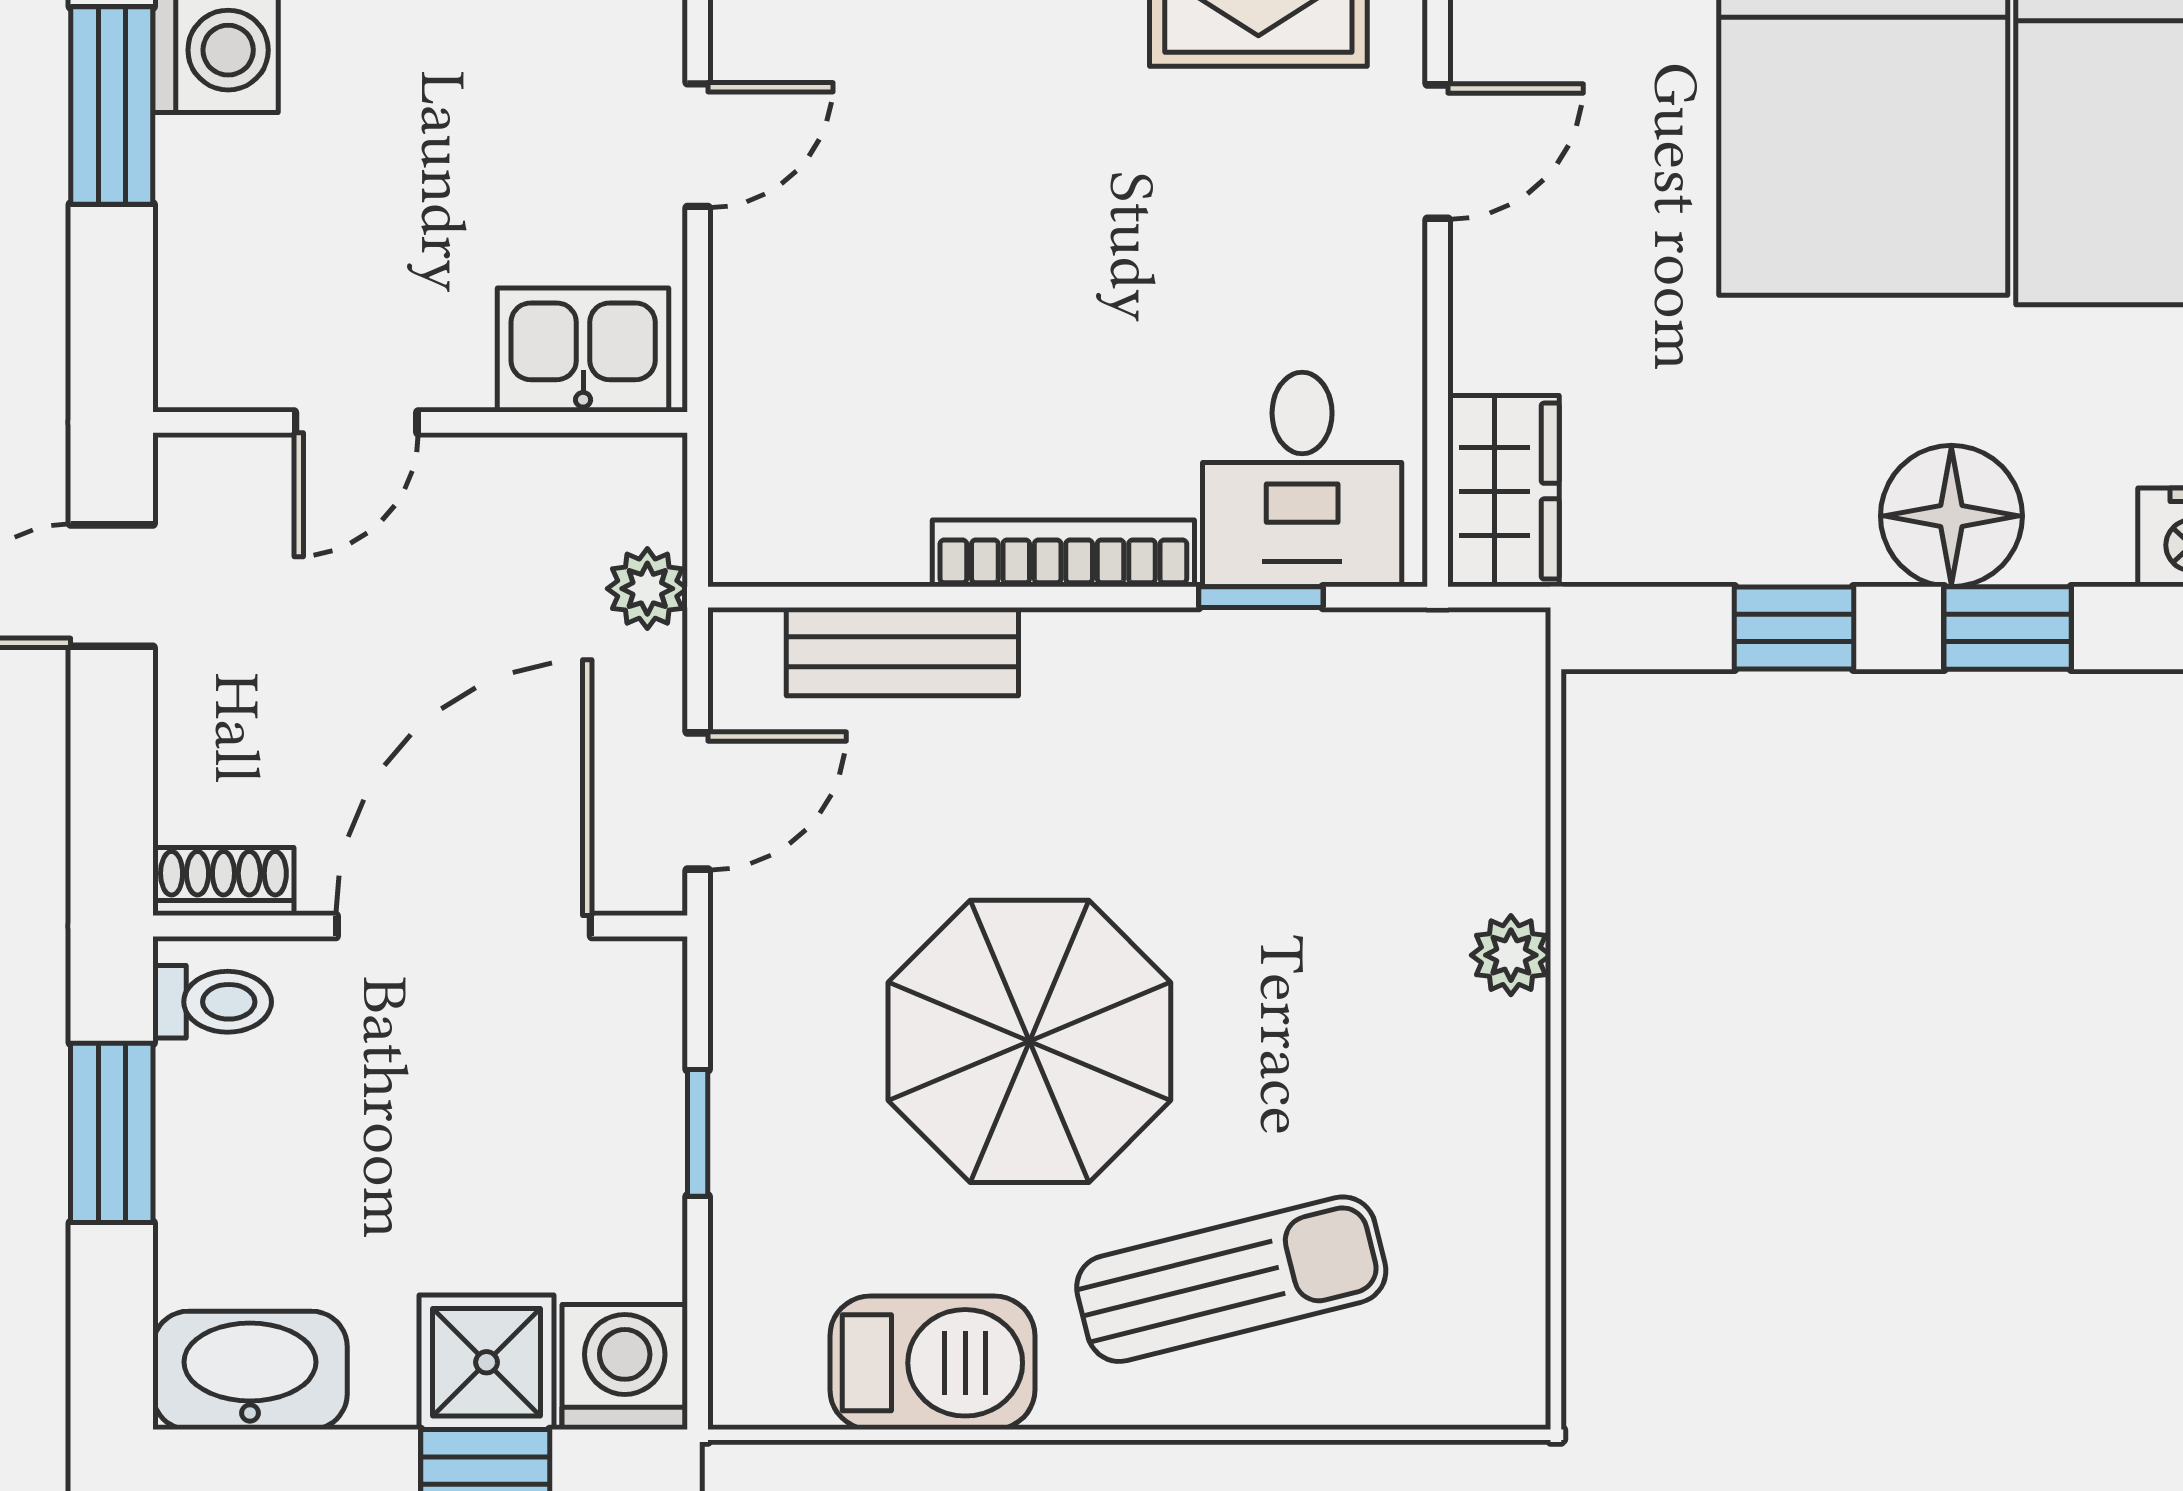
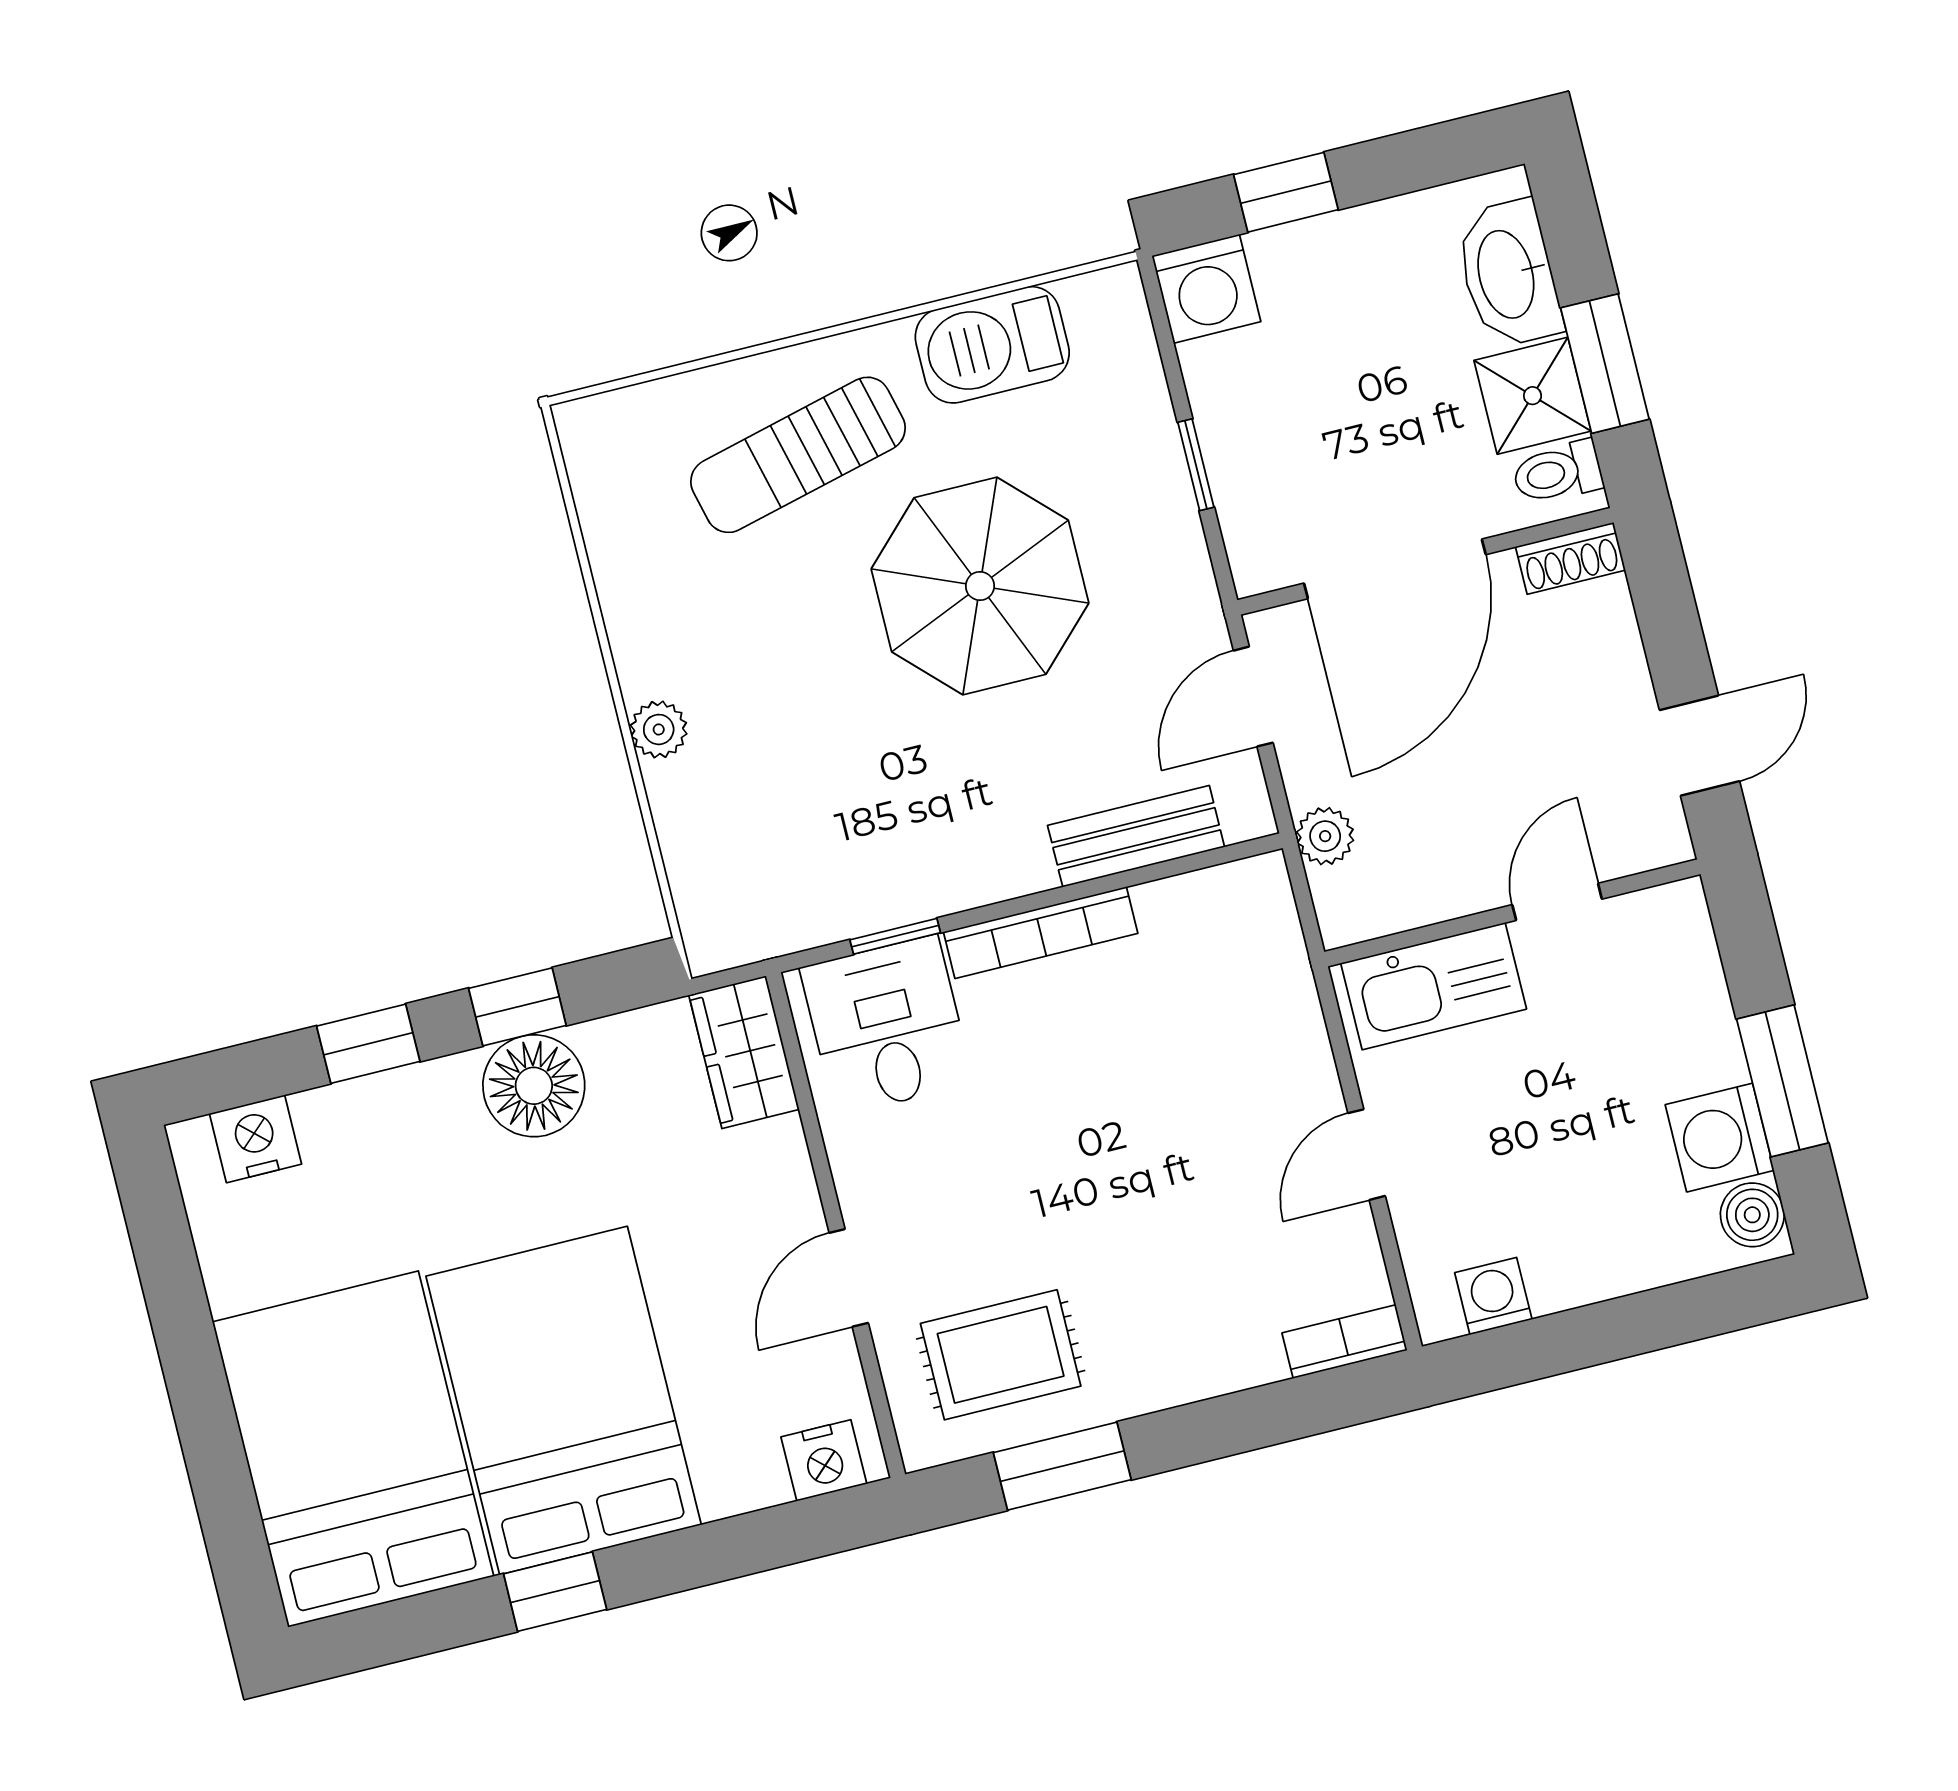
kitchen sink: (583, 350) -> (1434, 986), width x1.38
floor lamp: (1951, 516) -> (534, 1086), moved
shower: (487, 1362) -> (1533, 396), moved
washbasin: (250, 1370) -> (1508, 274), moved, turned 90

